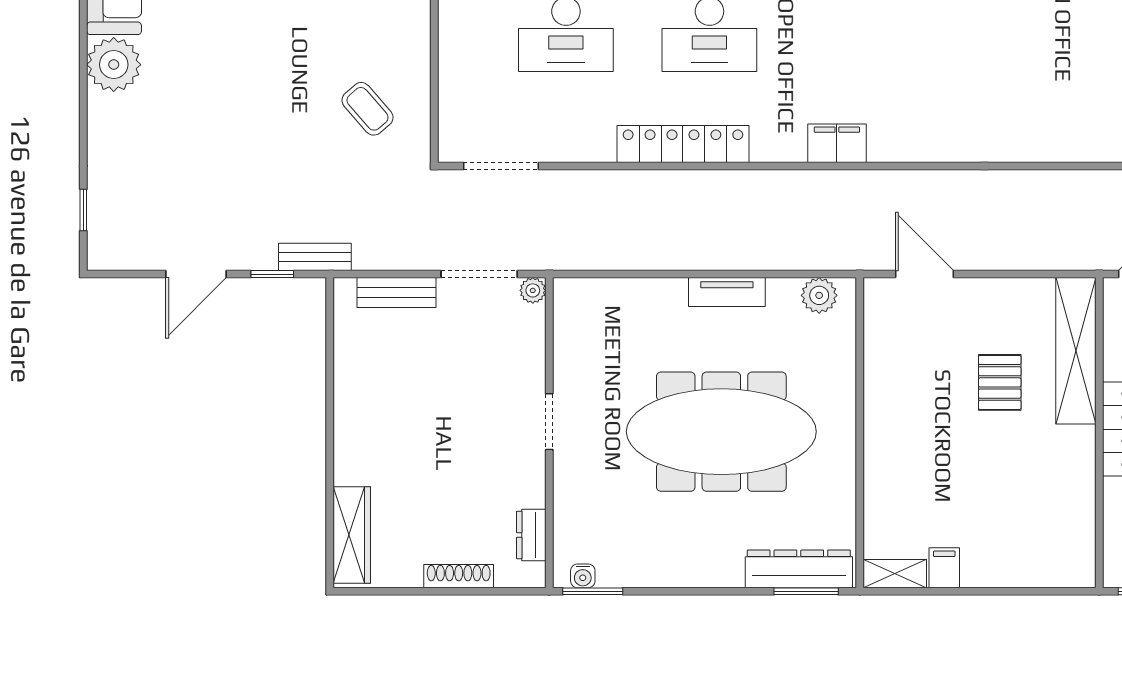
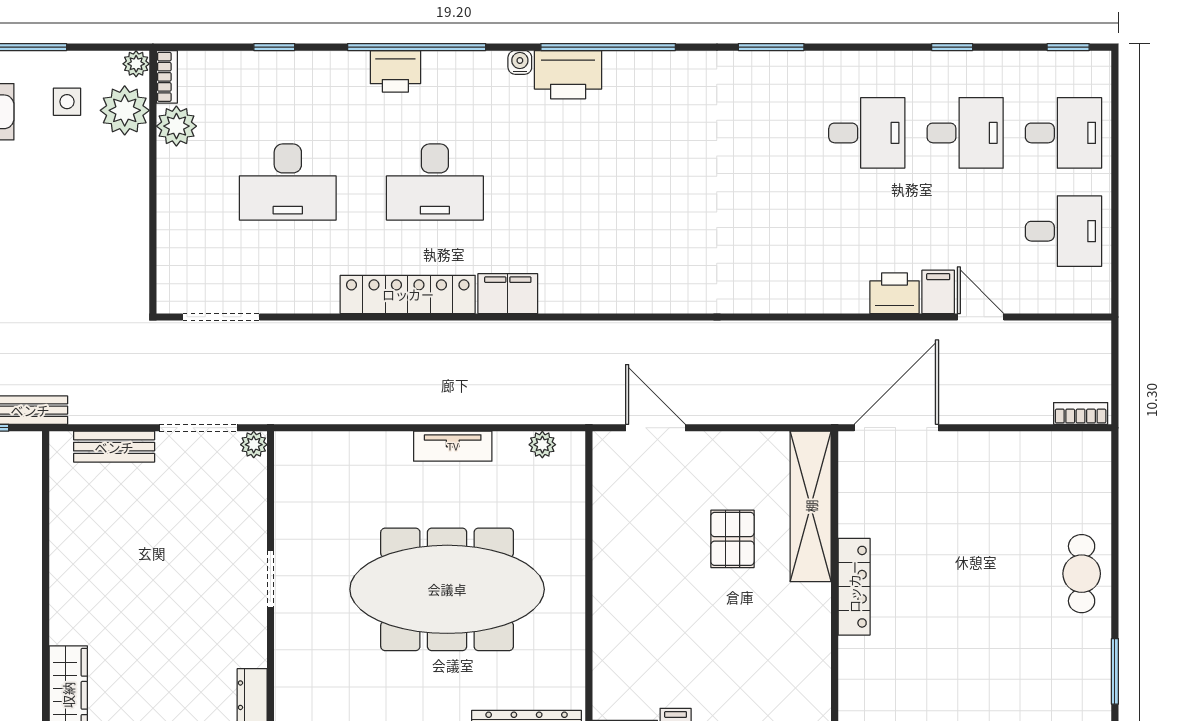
coffee table: (368, 109) -> (84, 258), removed
filing cabinet: (837, 143) -> (508, 294), moved
plant: (819, 295) -> (542, 445), width x0.73, depth x0.73

